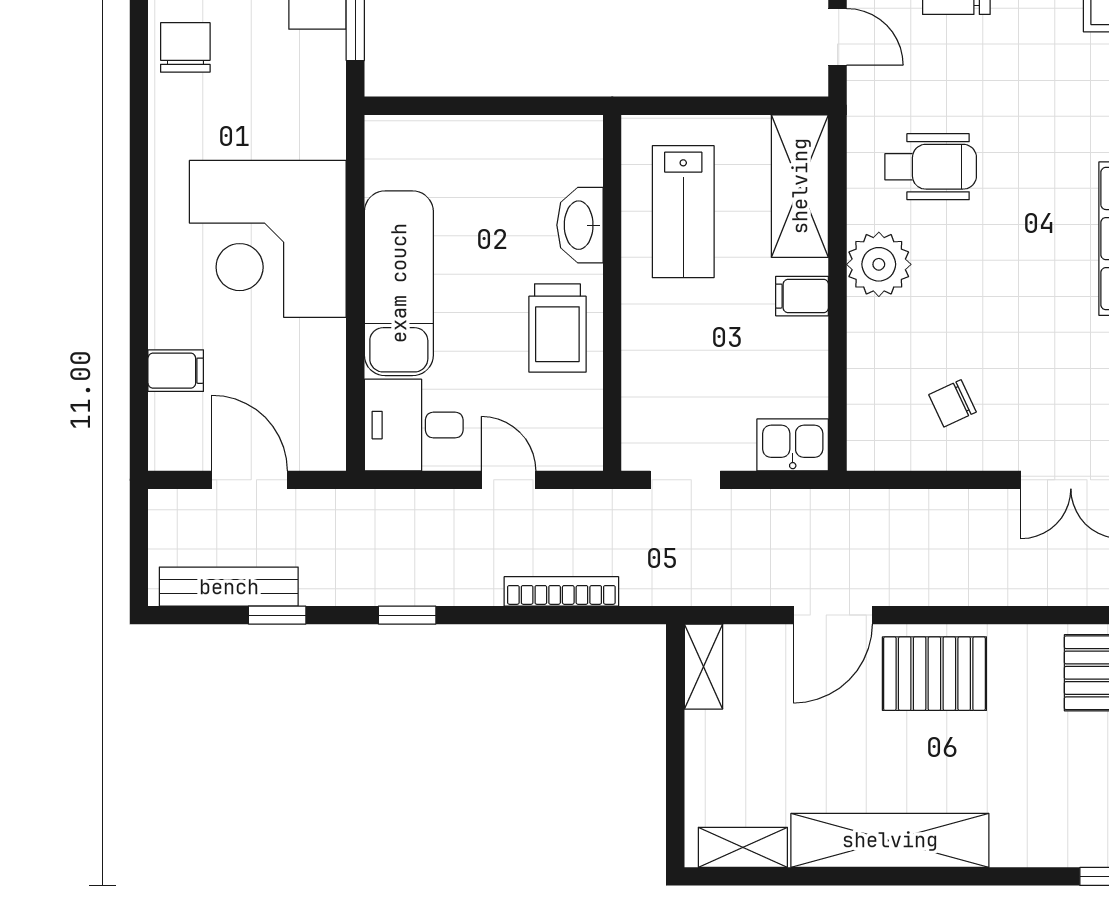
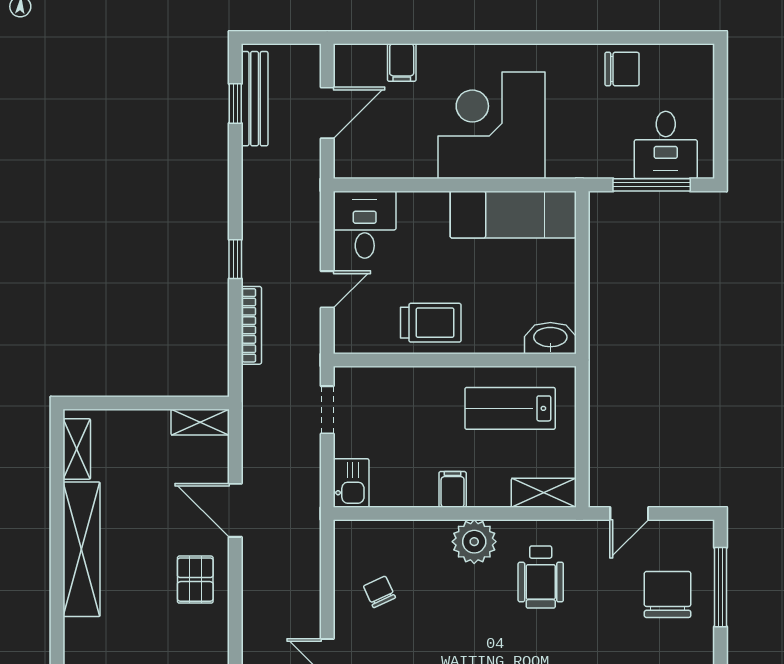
shelving: (800, 186) -> (544, 493), width x0.67, depth x0.75
washbasin: (580, 225) -> (550, 338), moved
exam couch: (399, 283) -> (513, 215), moved
trolley: (557, 328) -> (431, 323), turned 180
window: (277, 615) -> (235, 103), moved
window: (407, 615) -> (235, 259), moved
pallet: (934, 674) -> (195, 580), width x0.67, depth x0.71

